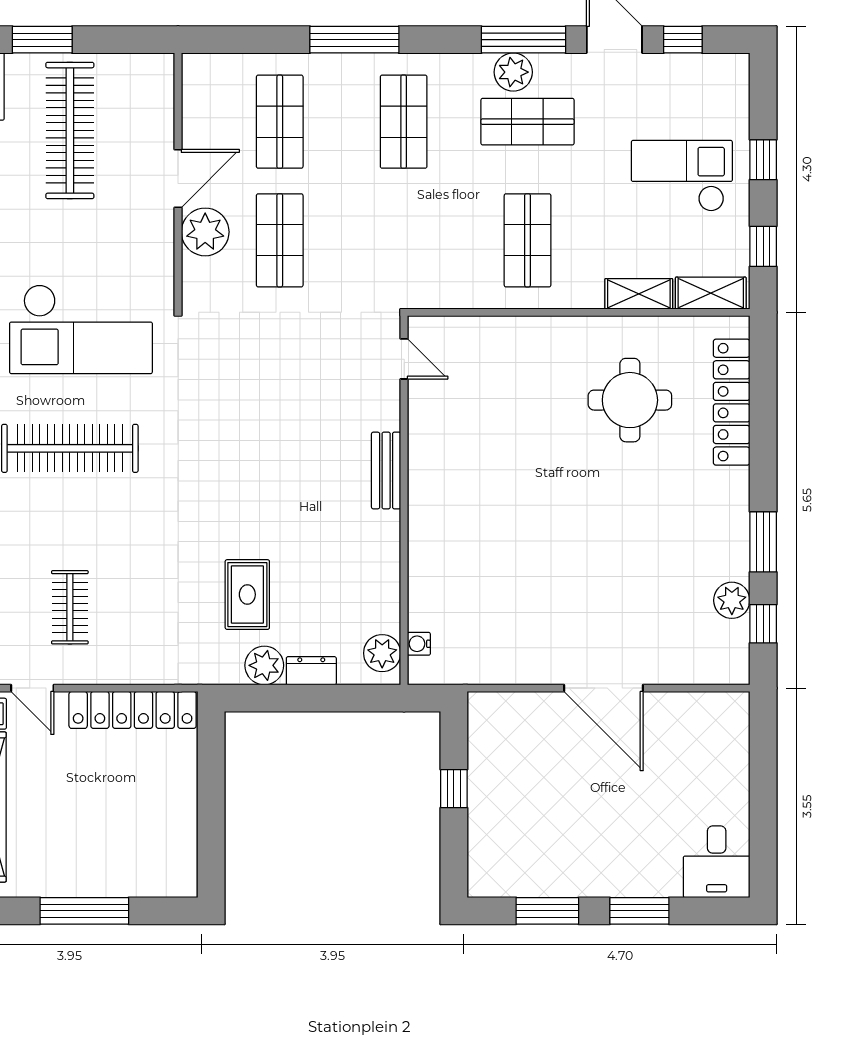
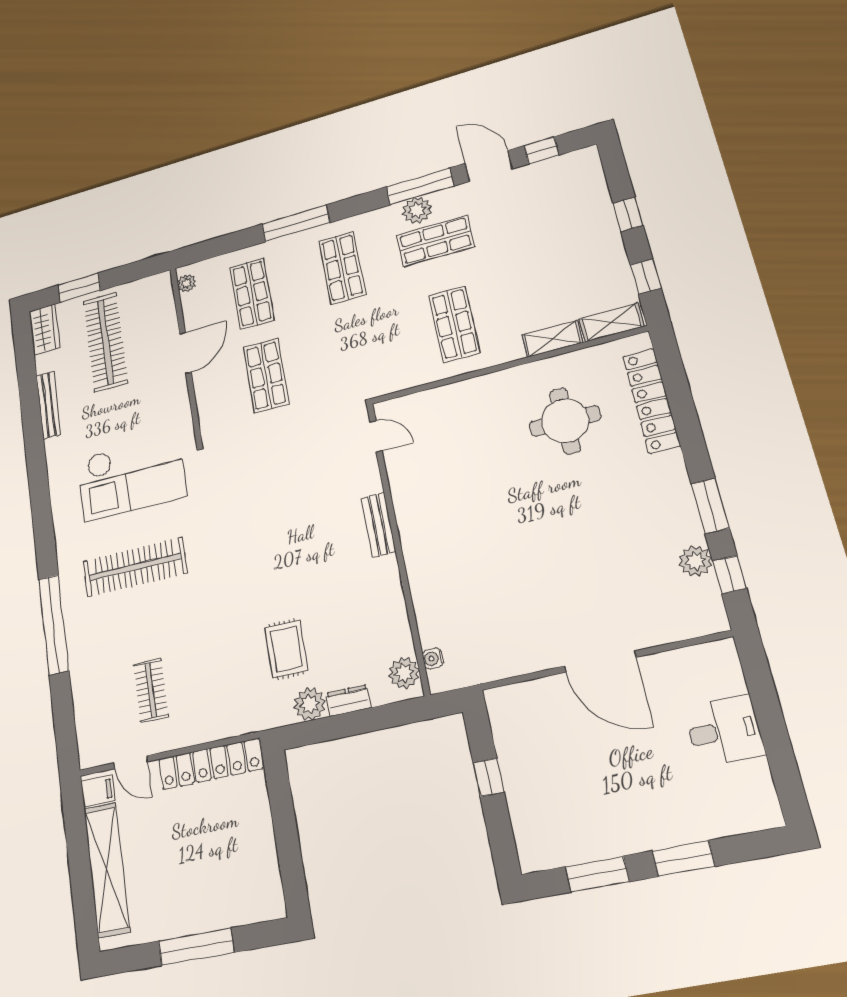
checkout: (682, 176) -> (565, 244), removed
plant: (205, 232) -> (187, 283), moved, width x0.53, depth x0.53
desk: (717, 862) -> (724, 731), moved, turned -90

